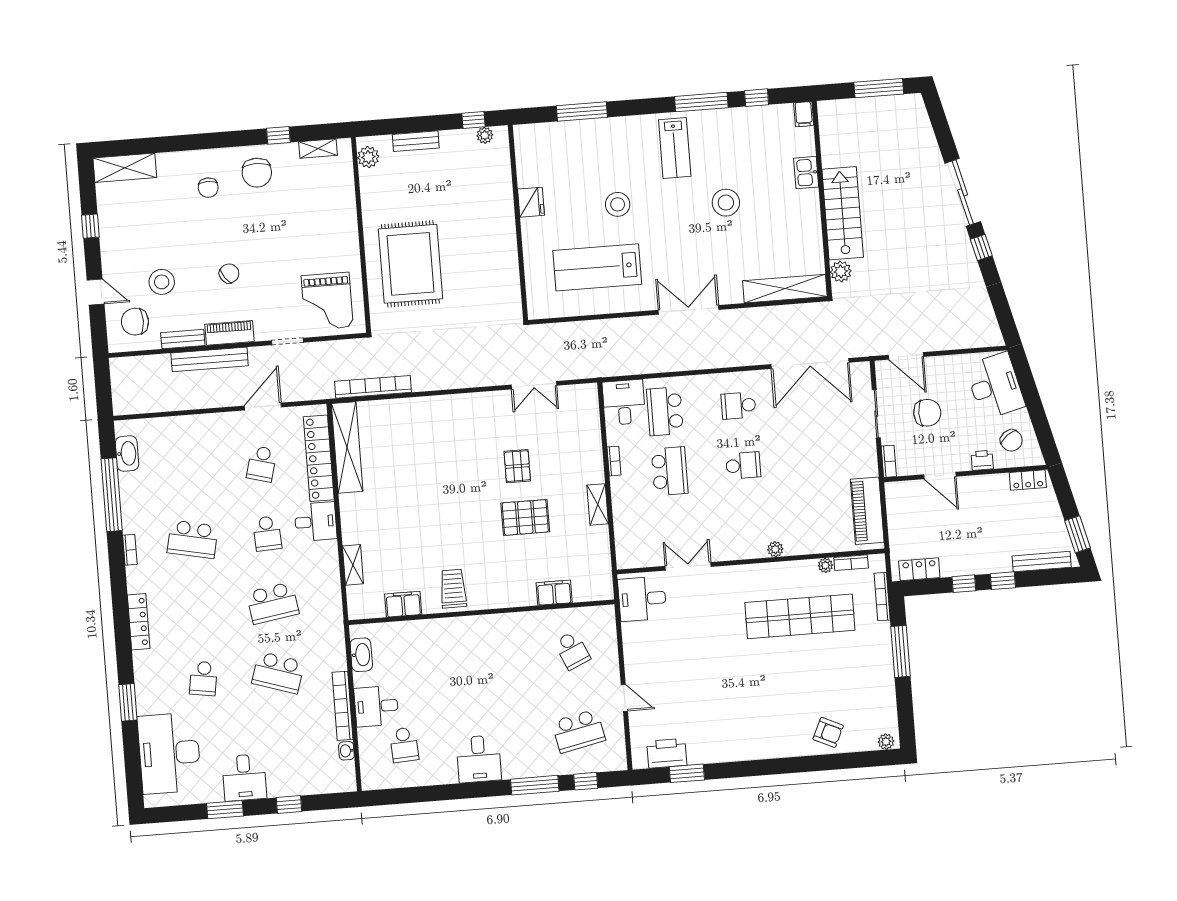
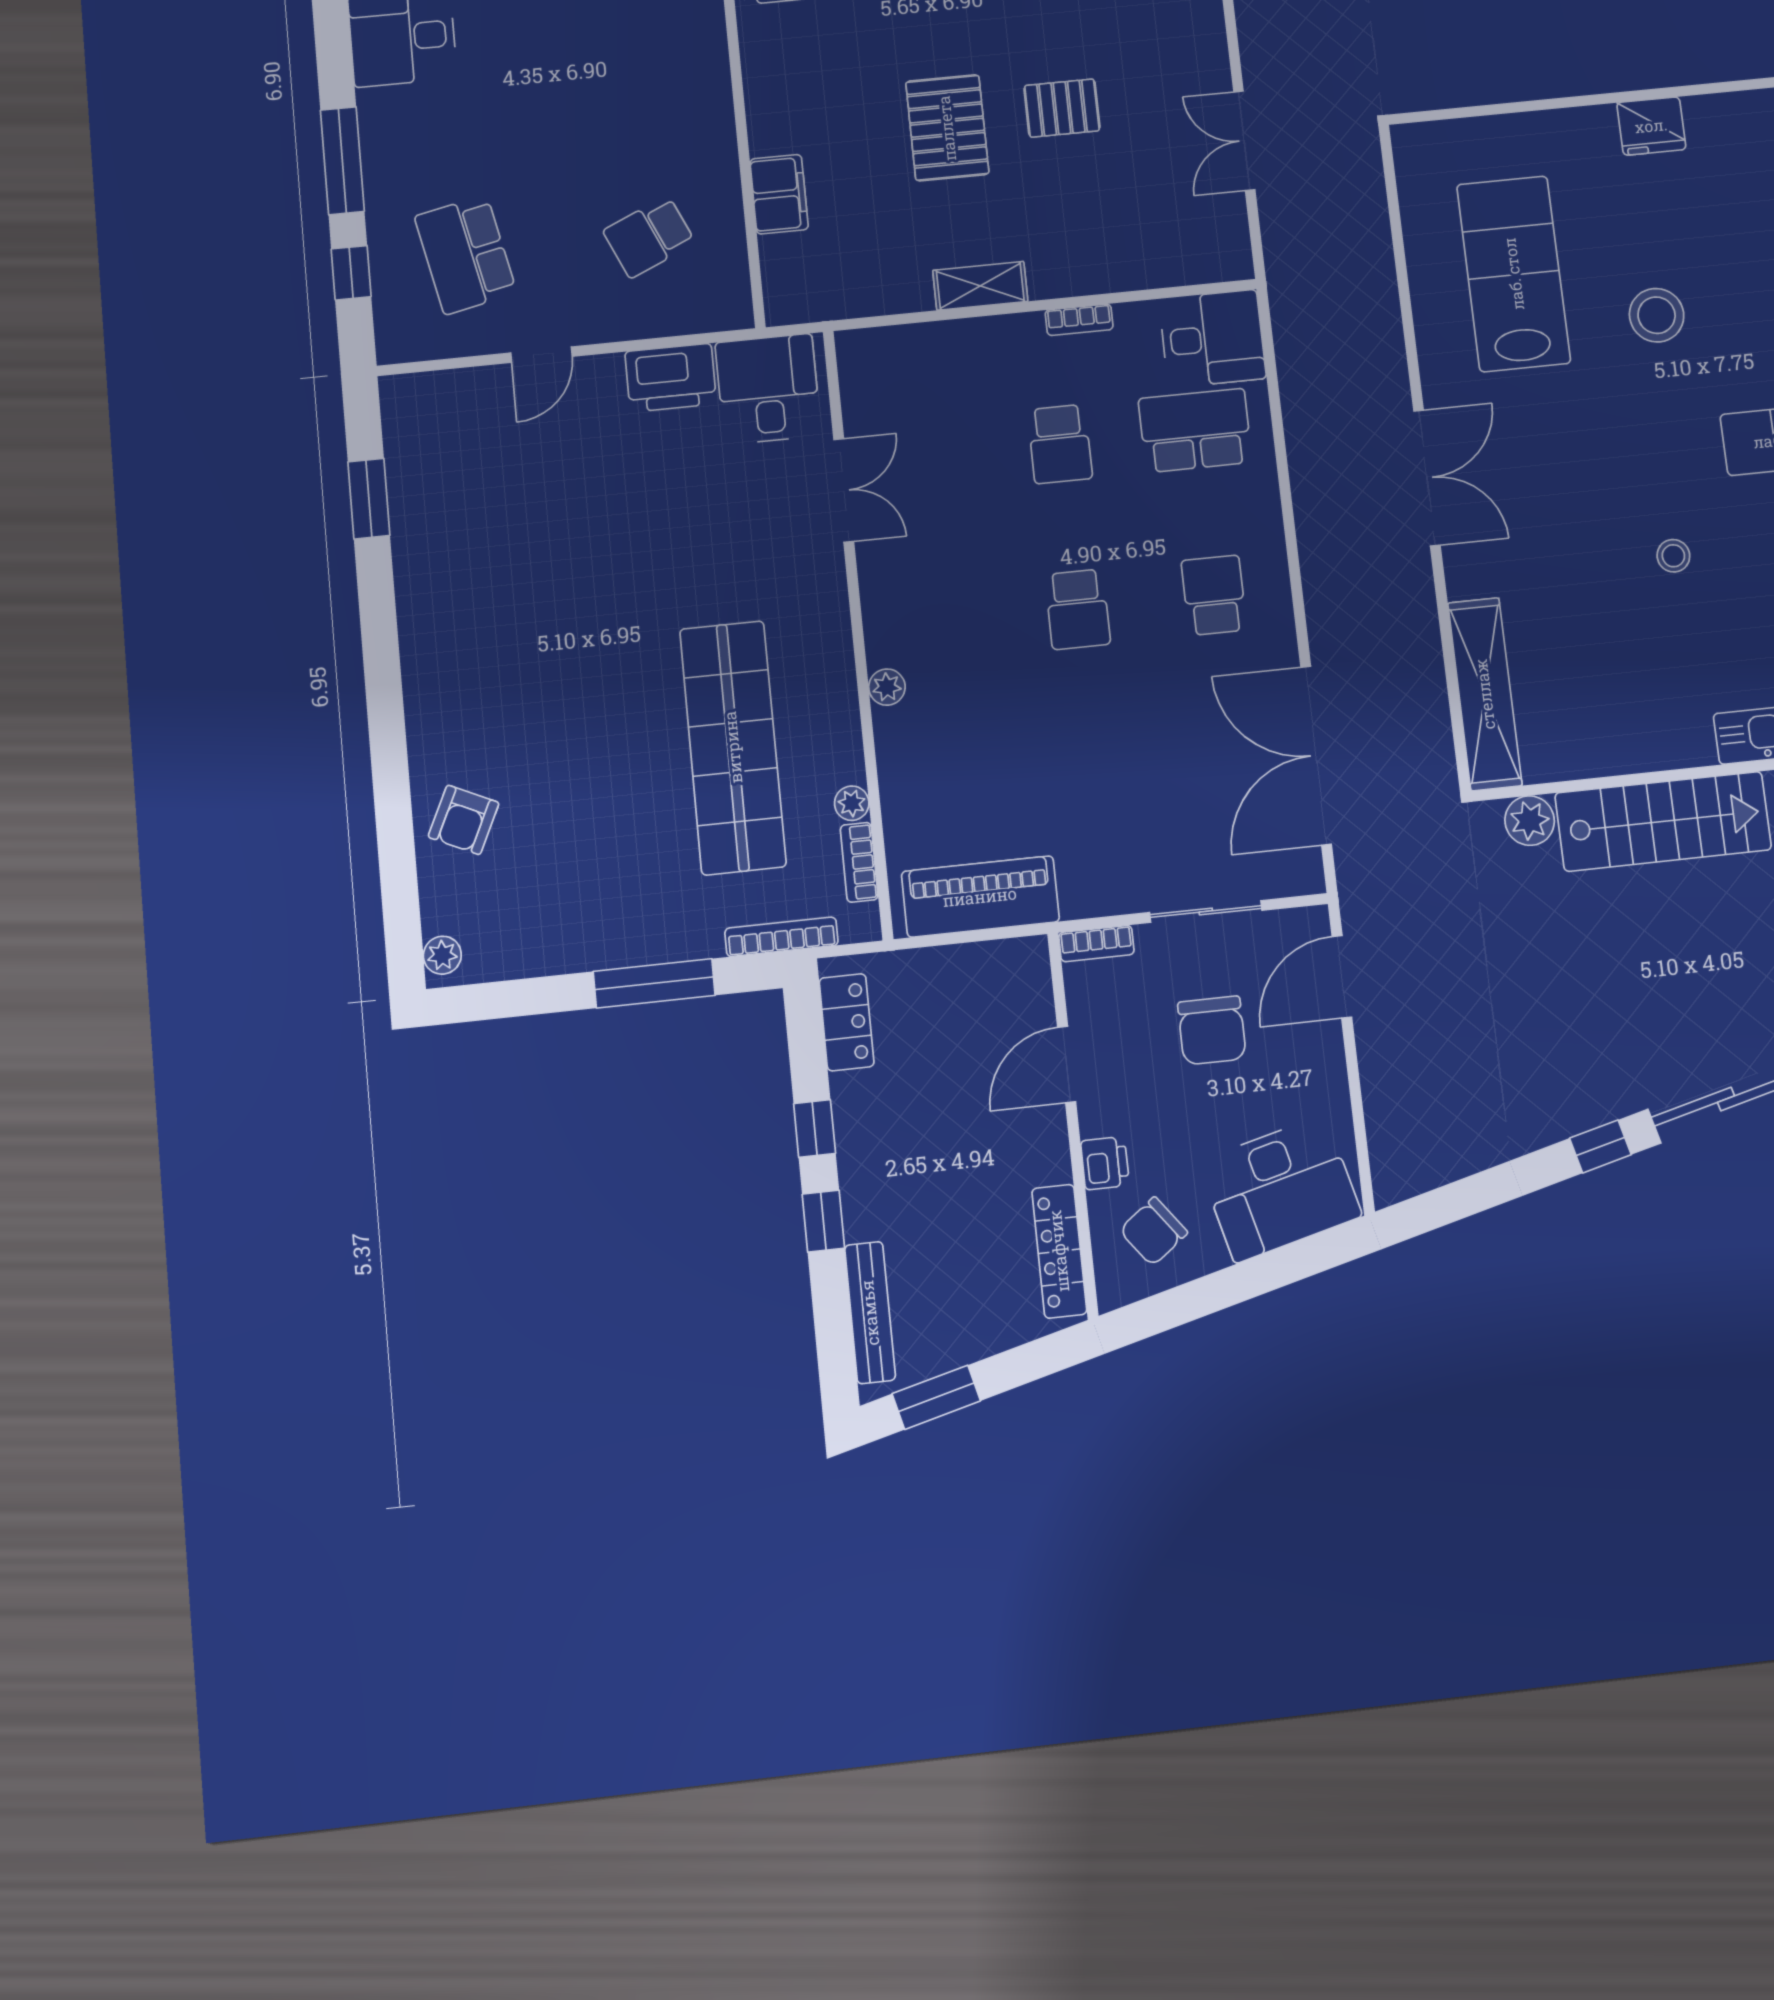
stool: (726, 203) -> (1673, 556), width x0.53, depth x0.53
school desk: (670, 471) -> (1060, 444), width x0.54
locker: (1028, 480) -> (1059, 1251), width x1.53
printer: (667, 753) -> (671, 378), moved, turned 90

